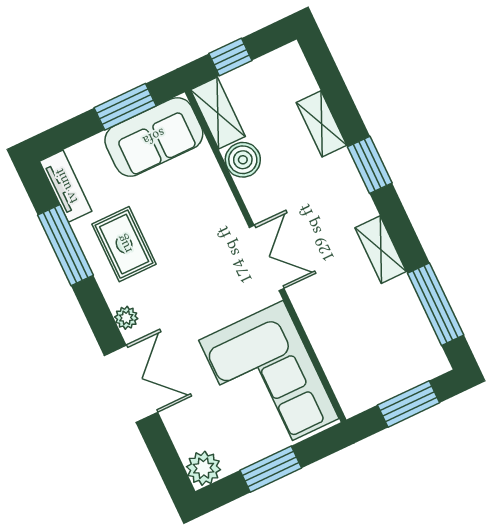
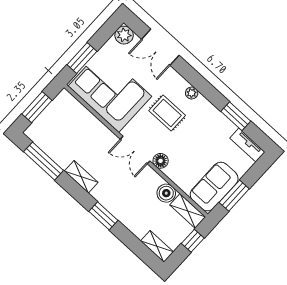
shelving: (322, 124) -> (157, 246), moved
floor lamp: (230, 221) -> (161, 161), added
rug: (124, 244) -> (167, 113), moved
window: (65, 245) -> (236, 116), width x0.69
double door: (131, 384) -> (160, 47), moved
window: (271, 469) -> (82, 58), moved

